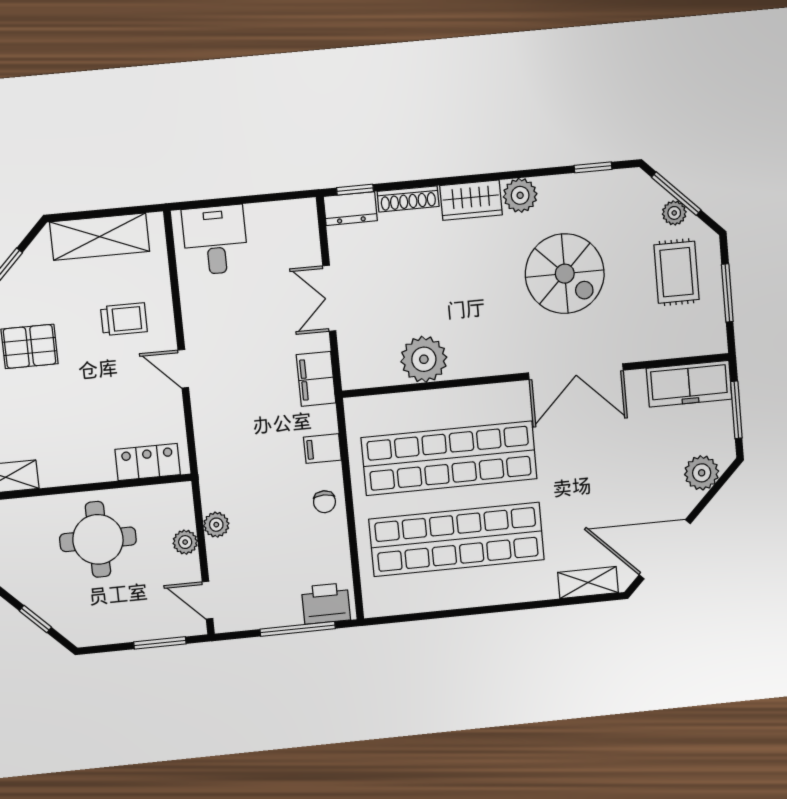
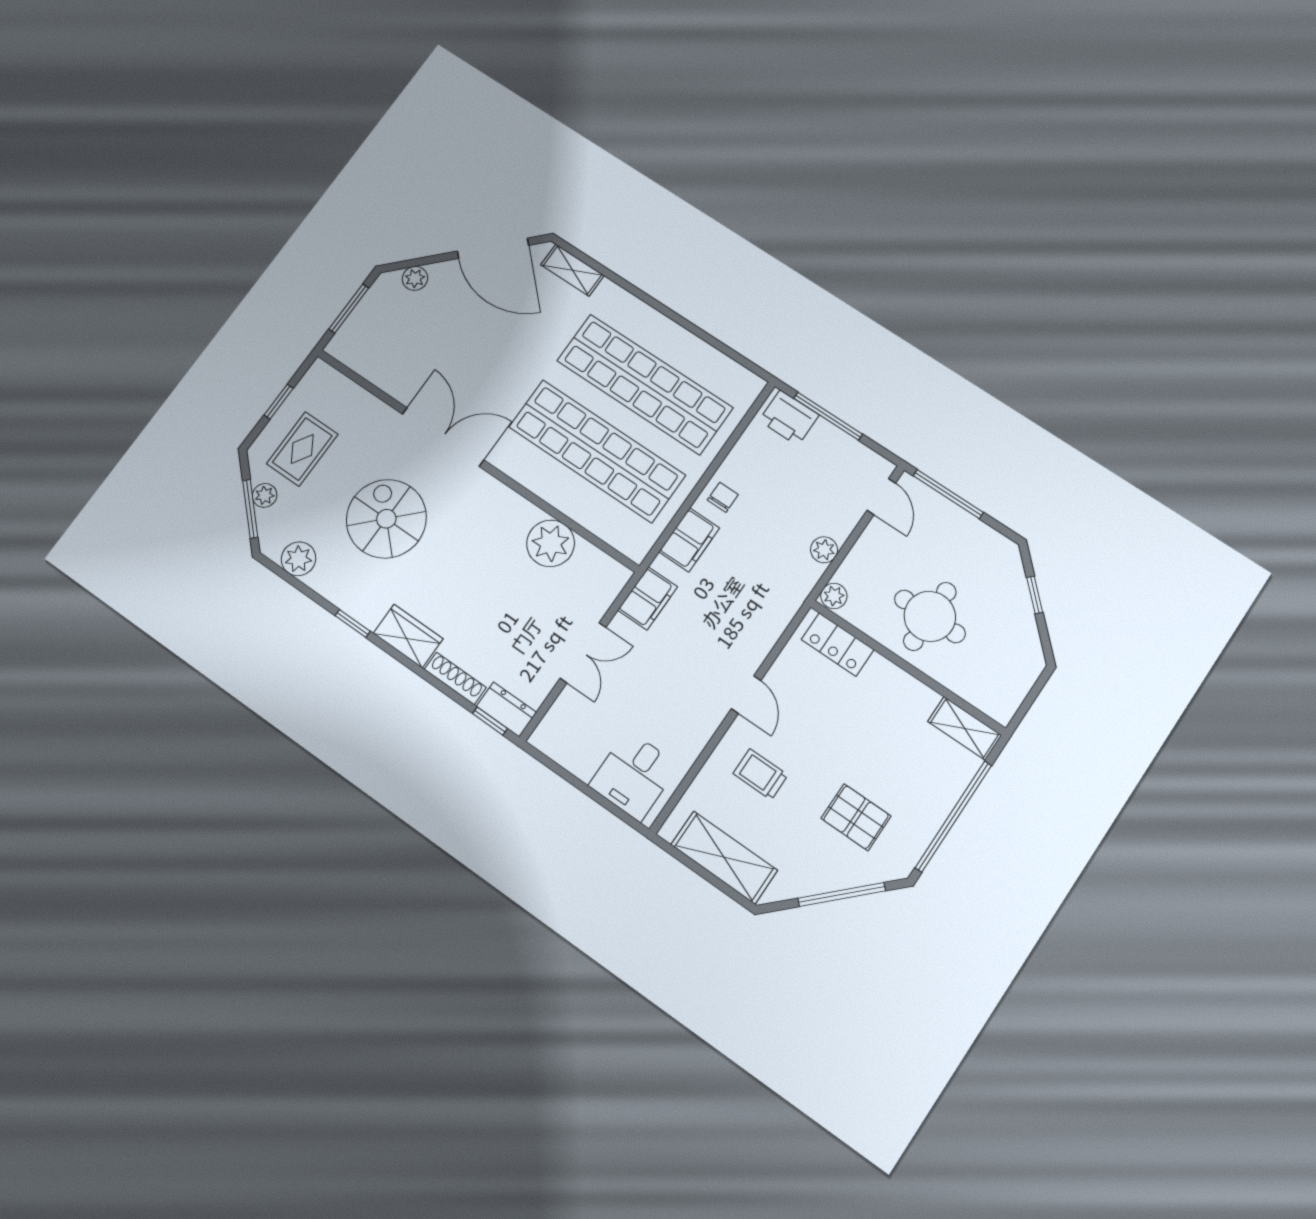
window: (593, 167) -> (353, 623), moved
plant: (520, 195) -> (298, 559), moved
window: (727, 293) -> (279, 402), width x0.67
freezer: (689, 384) -> (367, 357), removed
filing cabinet: (322, 449) -> (689, 540), width x2.00
plant: (702, 473) -> (415, 278), width x0.73, depth x0.73
plant: (185, 542) -> (834, 596), moved
window: (160, 643) -> (948, 494), width x1.44

